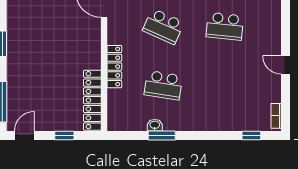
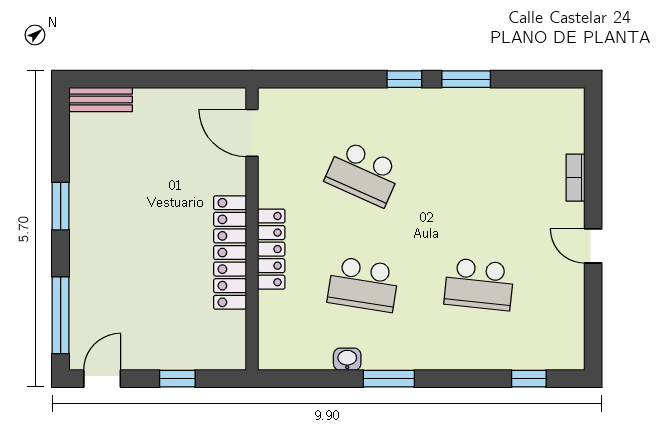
school desk: (225, 26) -> (479, 284), moved
locker: (92, 100) -> (230, 253), moved
bookcase: (276, 116) -> (575, 178), moved
window: (162, 135) -> (389, 379), moved

